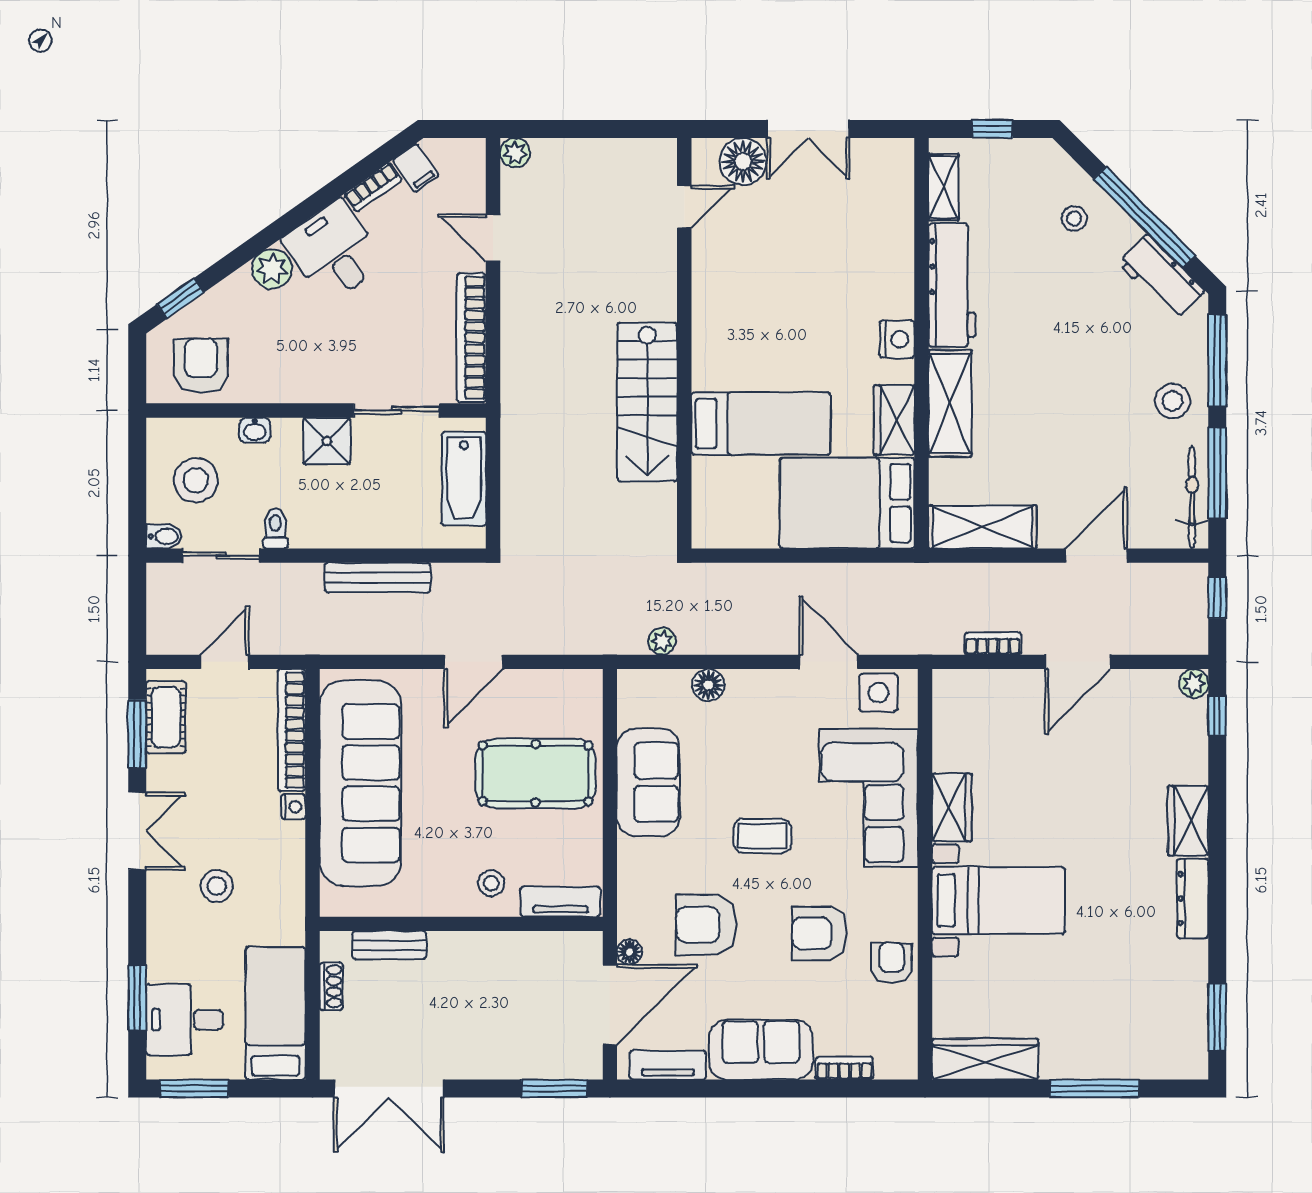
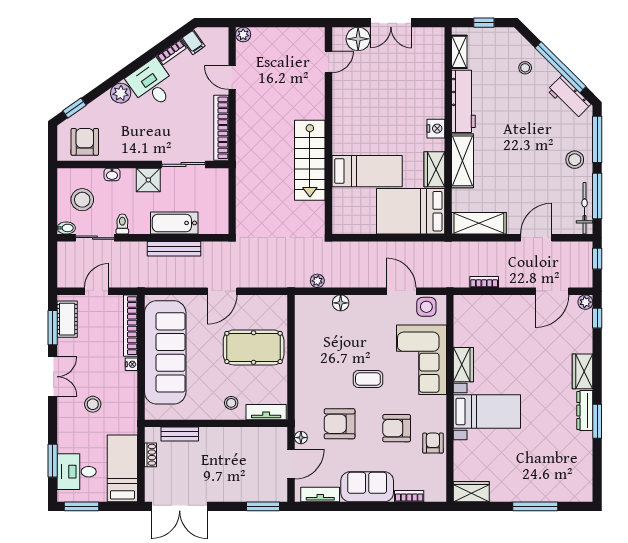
bathtub: (464, 479) -> (174, 223), moved, turned 90
door: (1078, 662) -> (552, 291), moved
sofa: (648, 782) -> (310, 352), removed
door: (610, 1005) -> (291, 464), width x0.73
window: (1217, 1017) -> (597, 421), moved
wardrobe: (985, 1059) -> (471, 492), width x0.67

